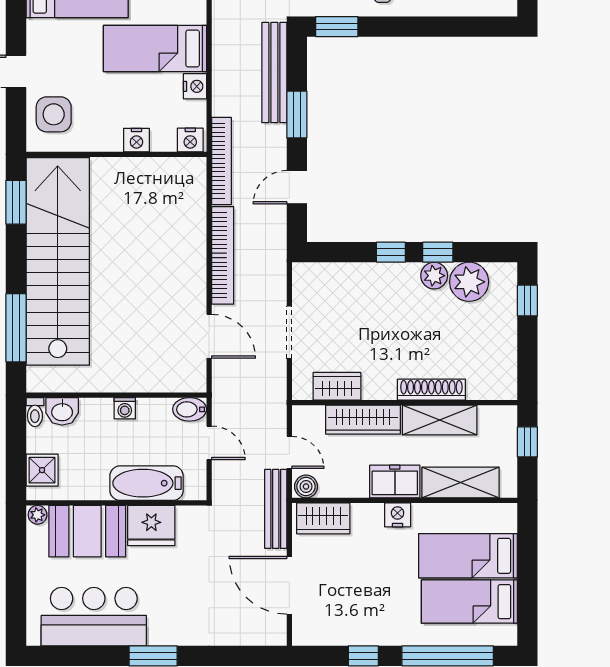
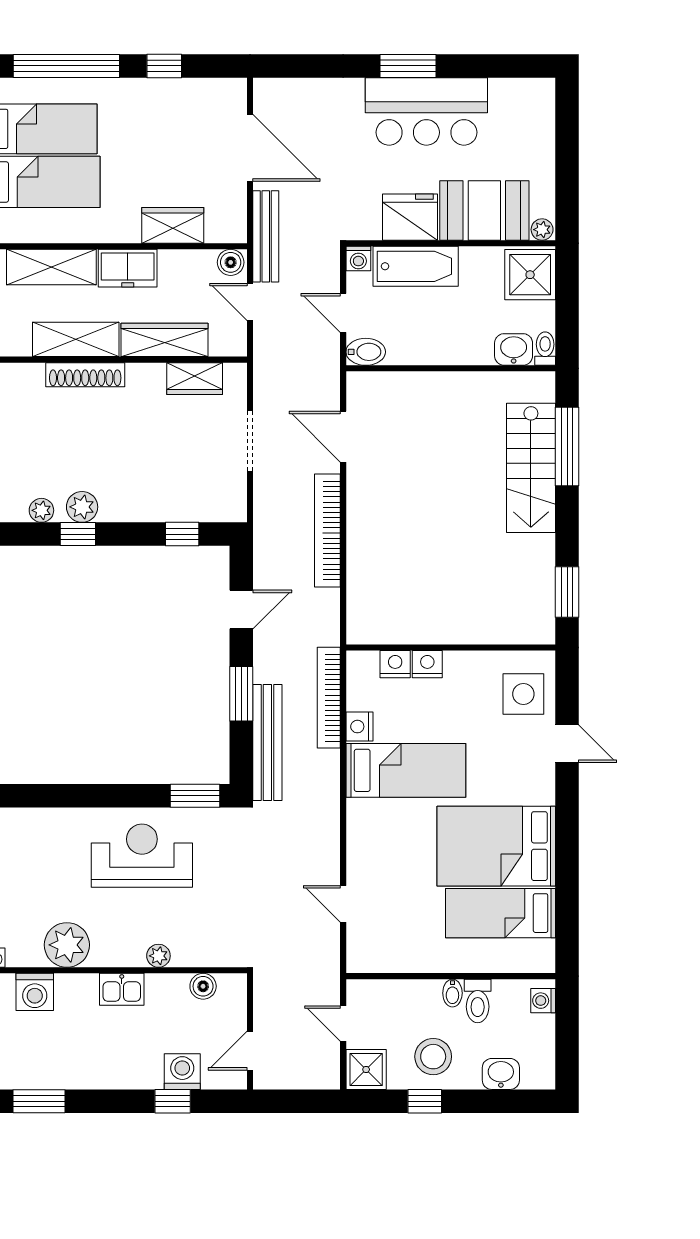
nightstand: (190, 140) -> (395, 664), moved
bookcase: (221, 161) -> (329, 698), moved
window: (391, 252) -> (182, 534), moved
stairs: (58, 261) -> (531, 468), width x0.54, depth x0.66
plant: (469, 282) -> (41, 510), width x0.53, depth x0.53
washing machine: (125, 408) -> (358, 259), moved, turned 180
shower: (42, 470) -> (530, 275), width x1.36, depth x1.36
nightstand: (398, 515) -> (124, 229), removed
wardrobe: (323, 518) -> (173, 225), moved
bar counter: (94, 617) -> (426, 111), moved

